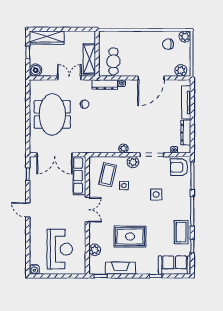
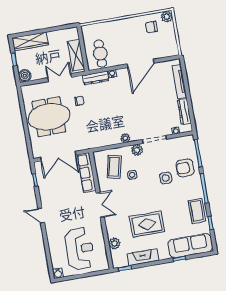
plant: (181, 70) -> (169, 51), removed
meeting table: (52, 114) -> (49, 117), turned 90
armchair: (179, 167) -> (185, 168), moved
sofa: (175, 265) -> (190, 246), width x1.36

